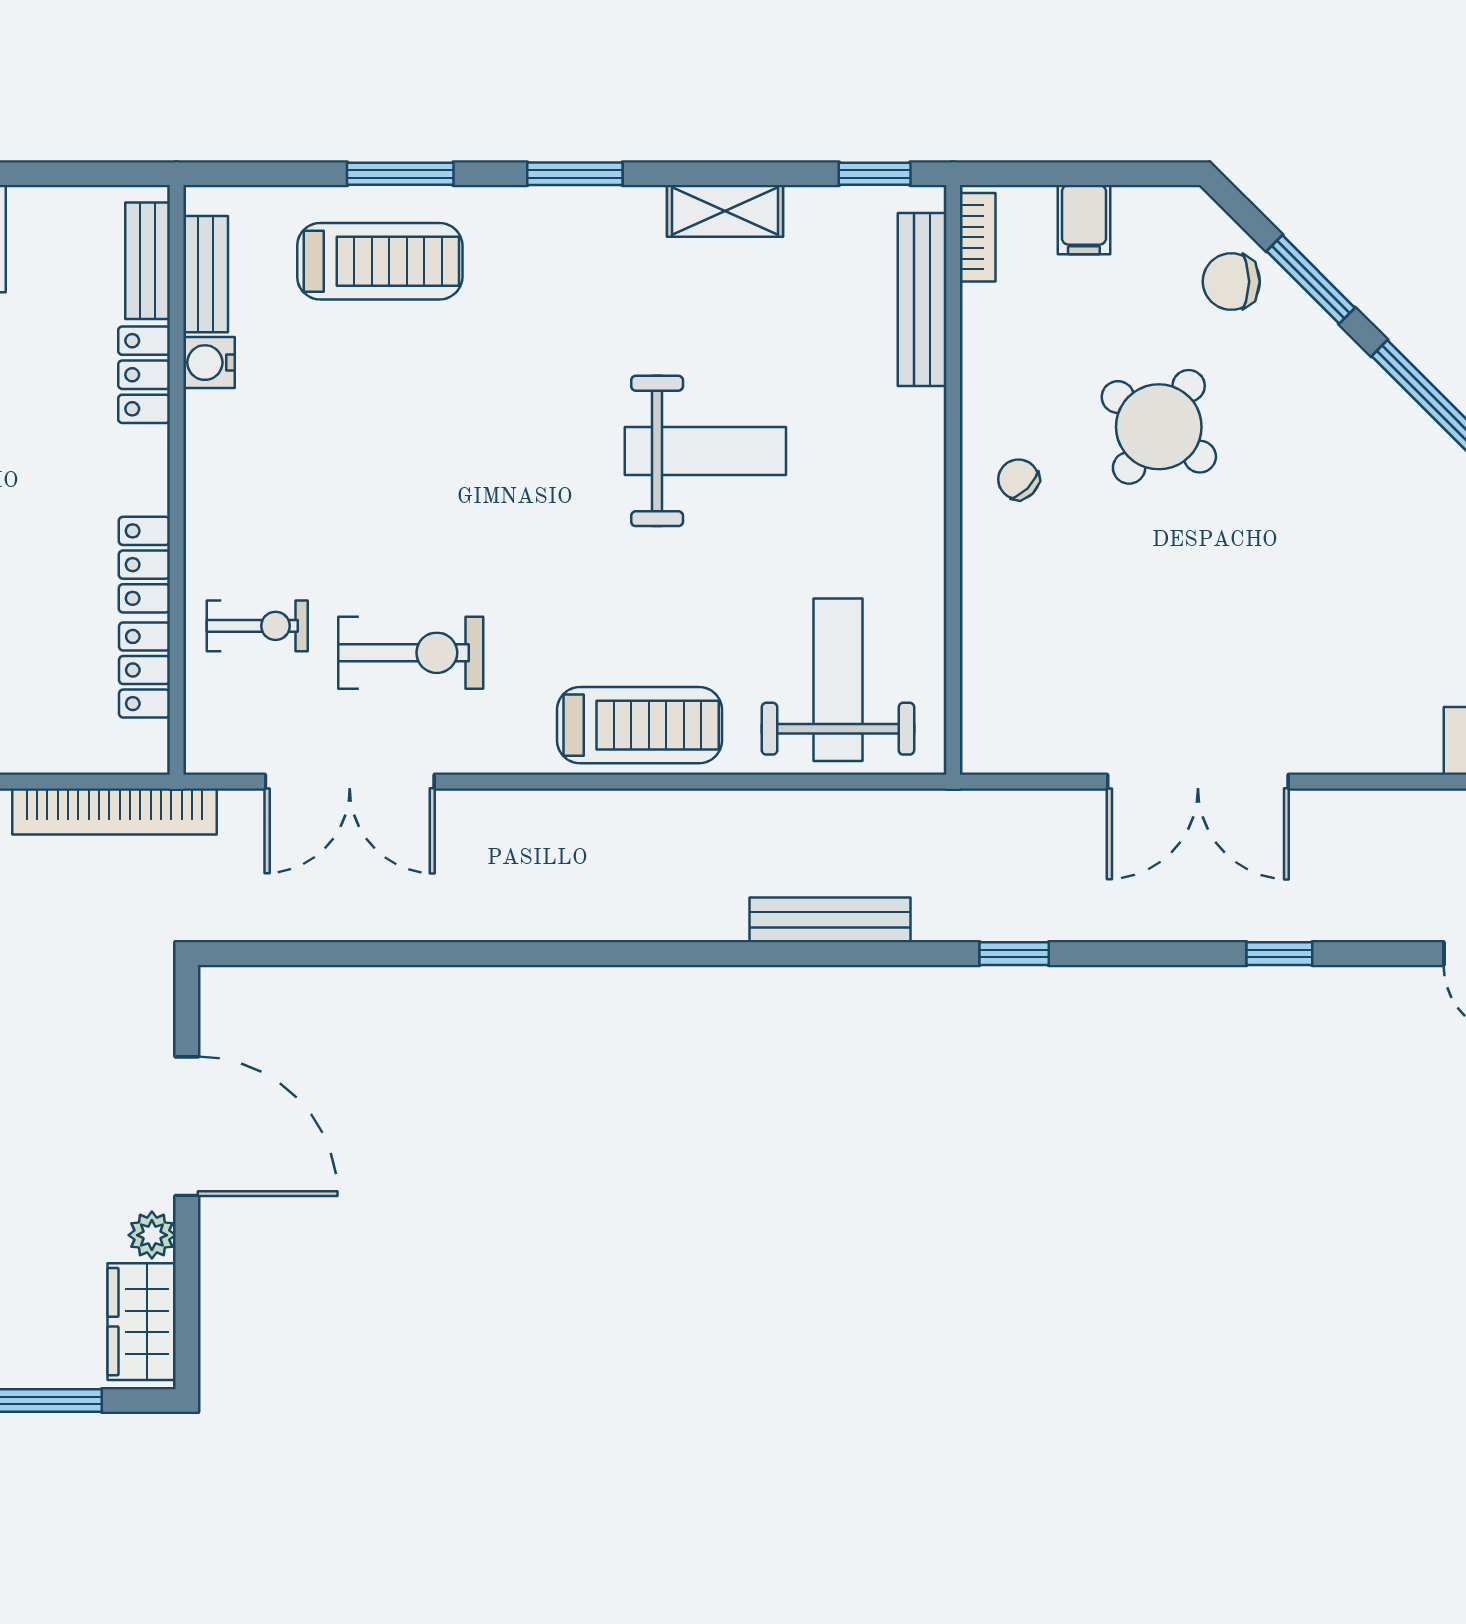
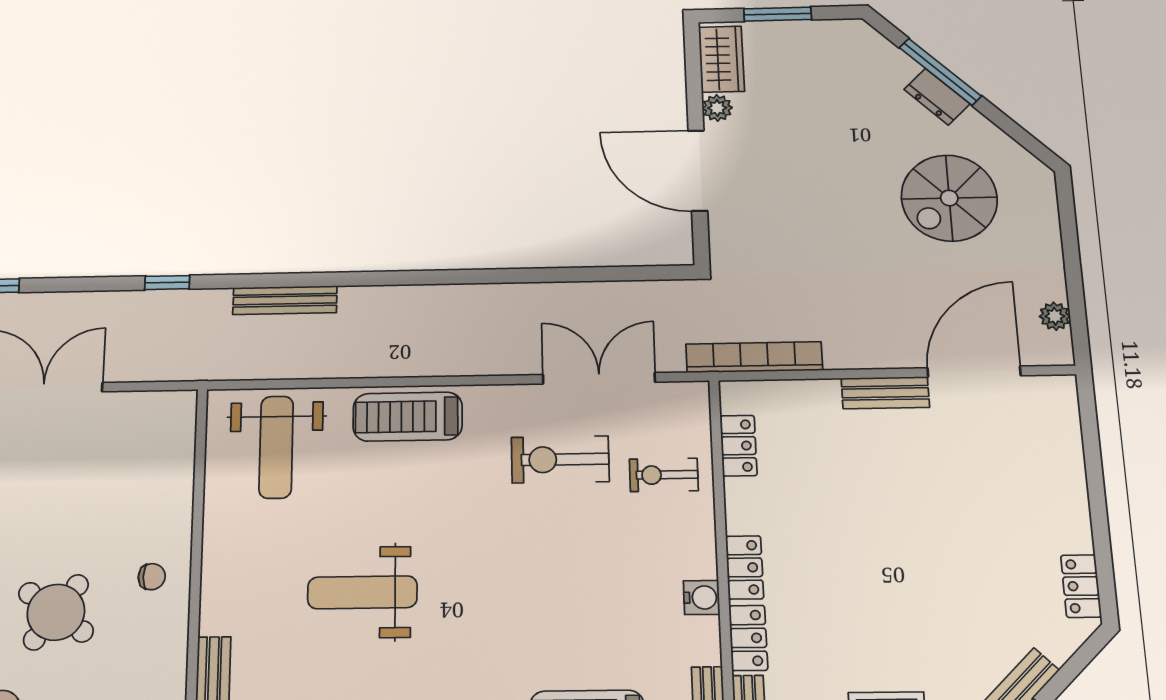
water cooler: (209, 363) -> (702, 597), moved
chair: (1019, 479) -> (152, 577), turned -45
locker: (144, 565) -> (745, 567), moved

